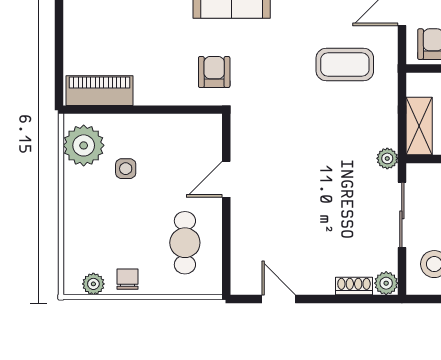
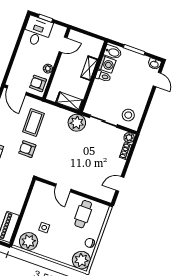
armchair: (214, 72) -> (27, 149), moved
plant: (387, 158) -> (77, 123), width x1.87, depth x1.87
cafe table: (185, 243) -> (83, 214), turned 90
plant: (93, 284) -> (81, 260), width x1.88, depth x1.88

